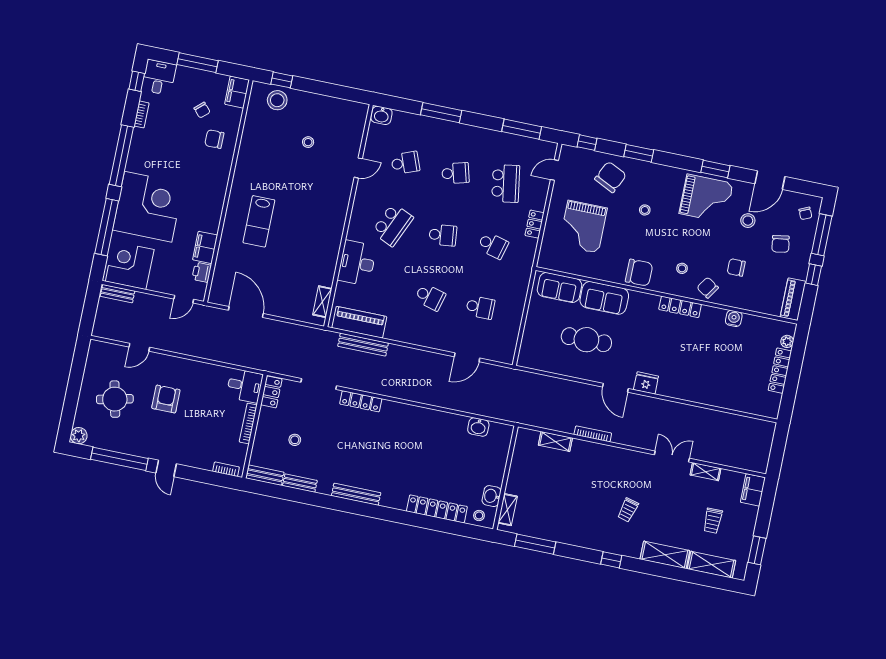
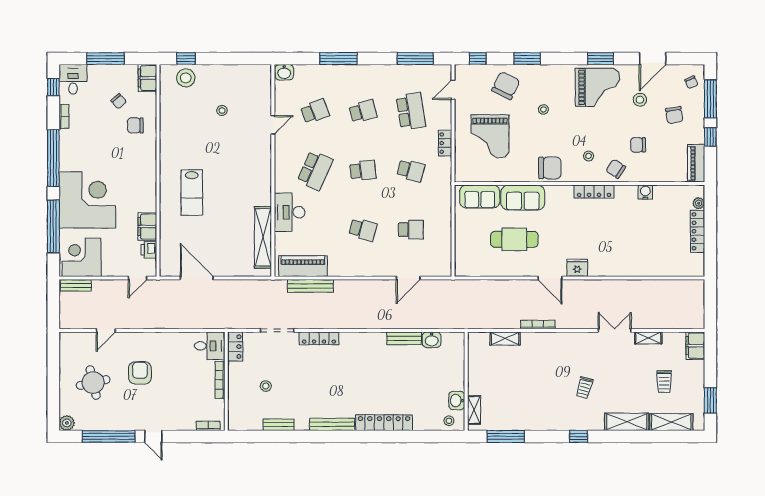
shelving: (322, 302) -> (263, 237), width x2.20, depth x1.33
bench: (265, 475) -> (404, 338), moved
locker: (437, 509) -> (384, 423), moved

